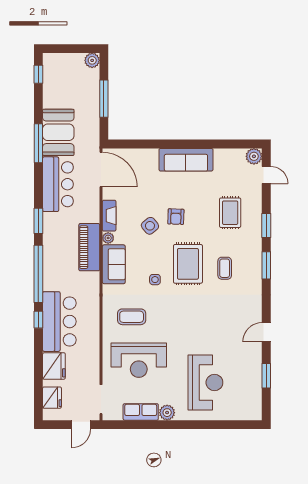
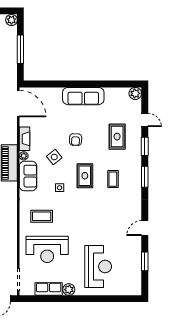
door: (266, 175) -> (145, 120), moved
side table: (150, 226) -> (54, 157), moved
rug: (188, 264) -> (85, 176), width x0.73, depth x0.70

